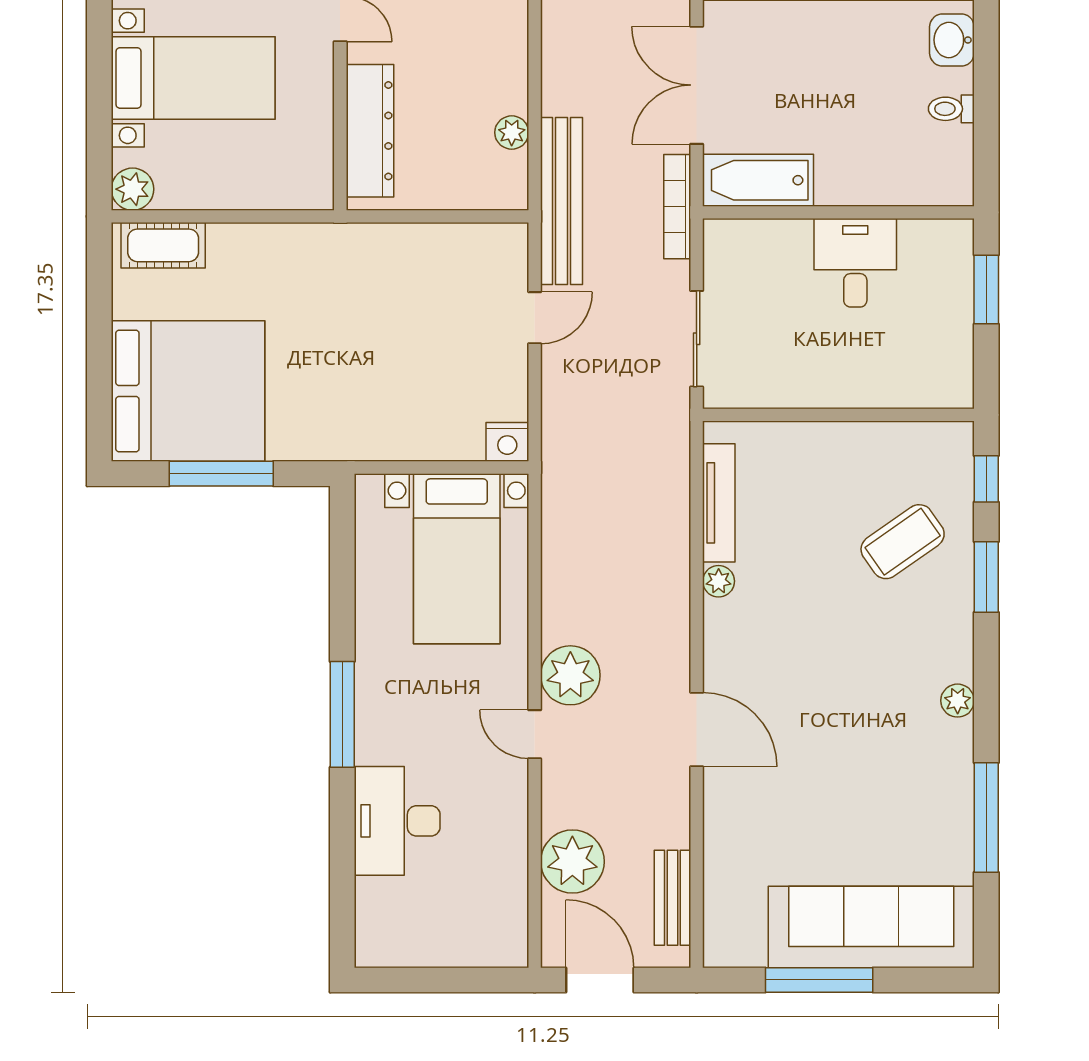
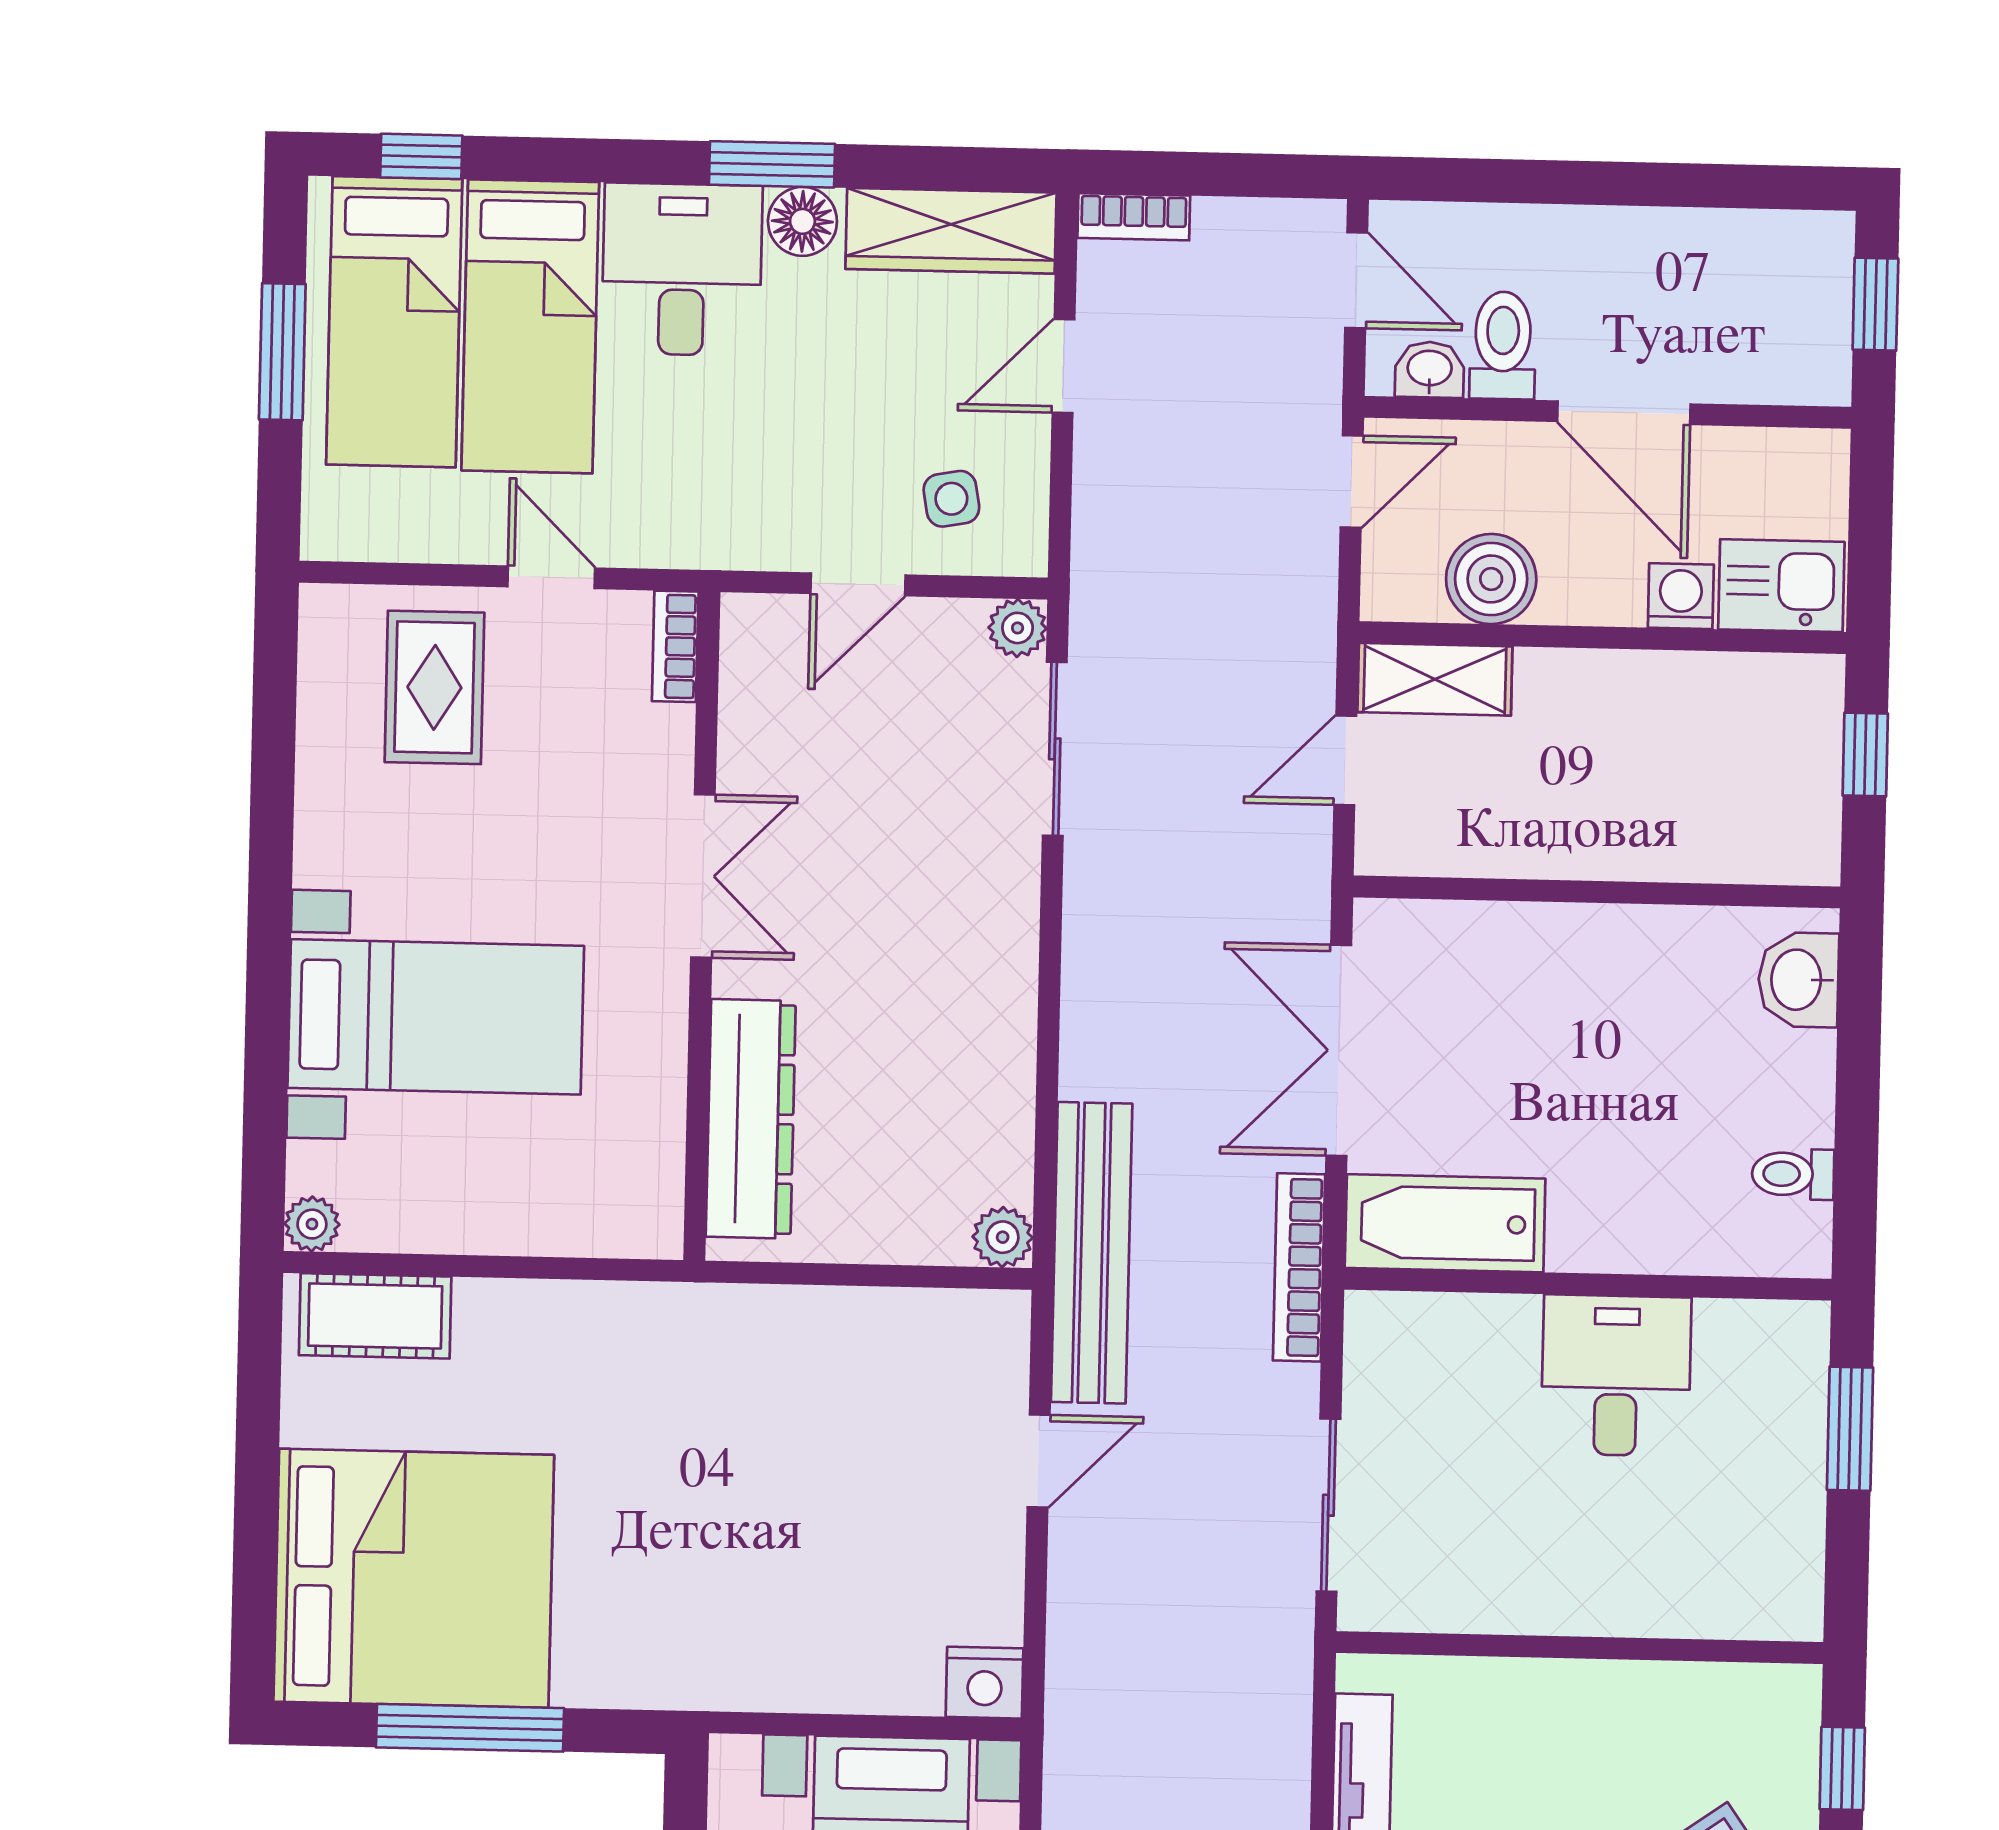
toilet: (951, 109) -> (1793, 1174), moved
plant: (512, 132) -> (1003, 1237), moved
plant: (133, 189) -> (312, 1224), width x0.73, depth x0.73

